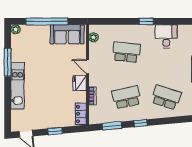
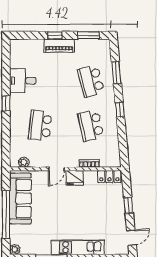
sofa: (67, 34) -> (20, 199), width x1.36
school desk: (166, 97) -> (91, 81), turned -33
window: (112, 126) -> (116, 72), moved

